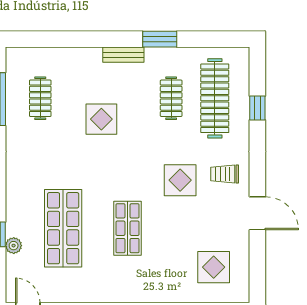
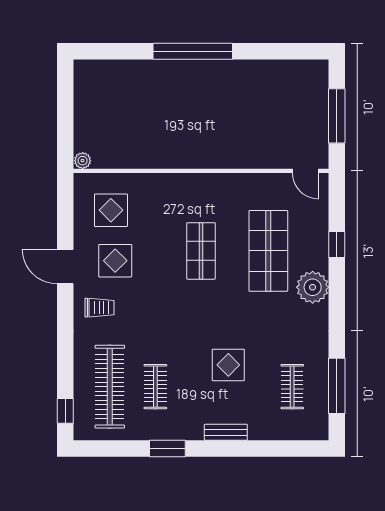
bench: (123, 55) -> (226, 432), moved
window: (257, 108) -> (65, 411), moved
display table: (180, 180) -> (115, 261), moved
plant: (14, 246) -> (313, 287), moved, width x1.87, depth x1.87

